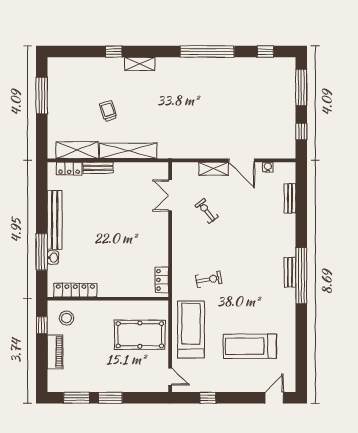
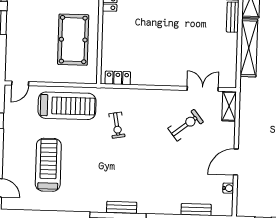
shelving: (214, 169) -> (229, 106), moved
exercise bike: (207, 211) -> (186, 125), width x1.38, depth x1.39
pool table: (140, 335) -> (73, 40), moved

